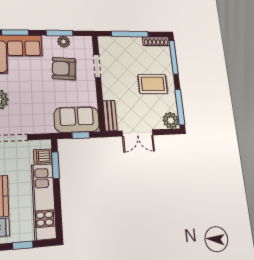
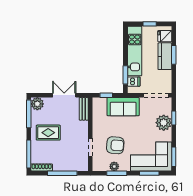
sofa: (77, 120) -> (123, 107), moved

